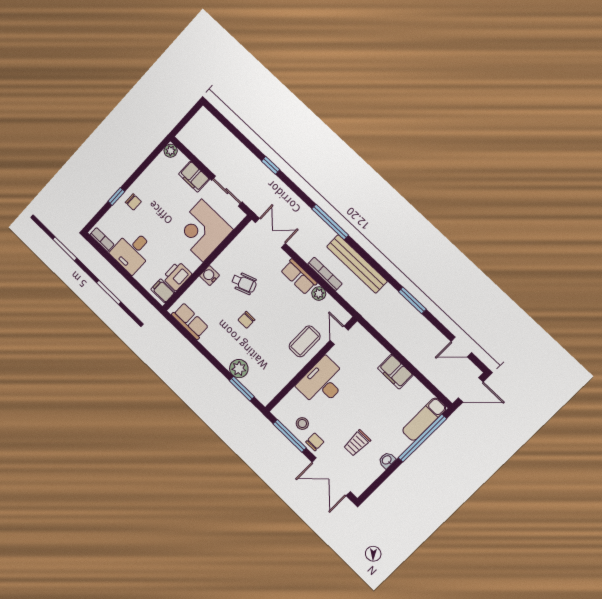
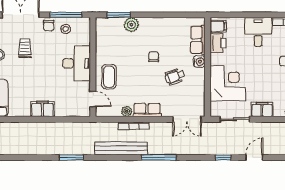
row of seats: (190, 321) -> (198, 40), moved, turned 90
door: (461, 347) -> (254, 157), moved

